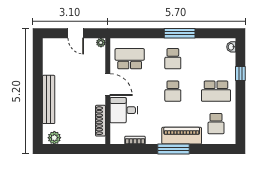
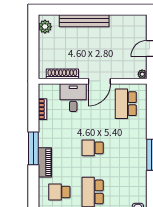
school desk: (130, 59) -> (126, 104), turned 180
school desk: (173, 59) -> (126, 148), removed
piano: (182, 136) -> (45, 162), width x0.73, depth x0.75

